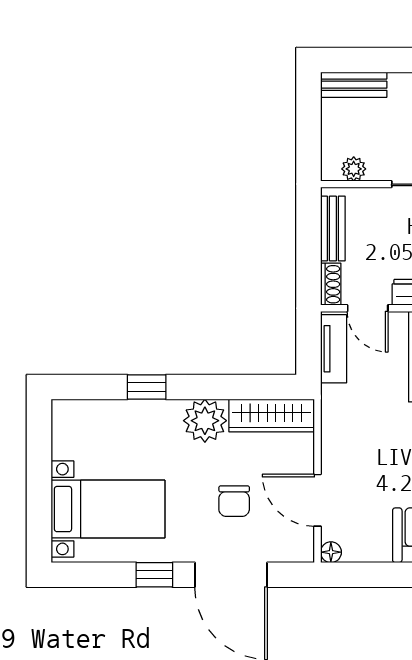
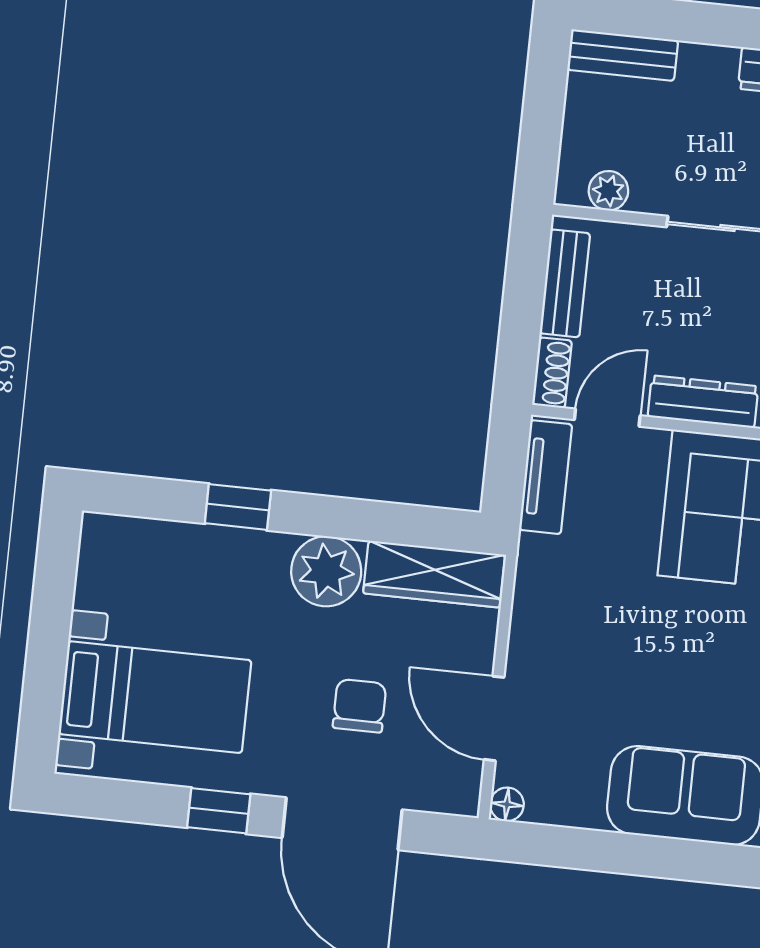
door: (368, 308) -> (607, 418), swing flipped
chair: (234, 501) -> (360, 706), turned 180

